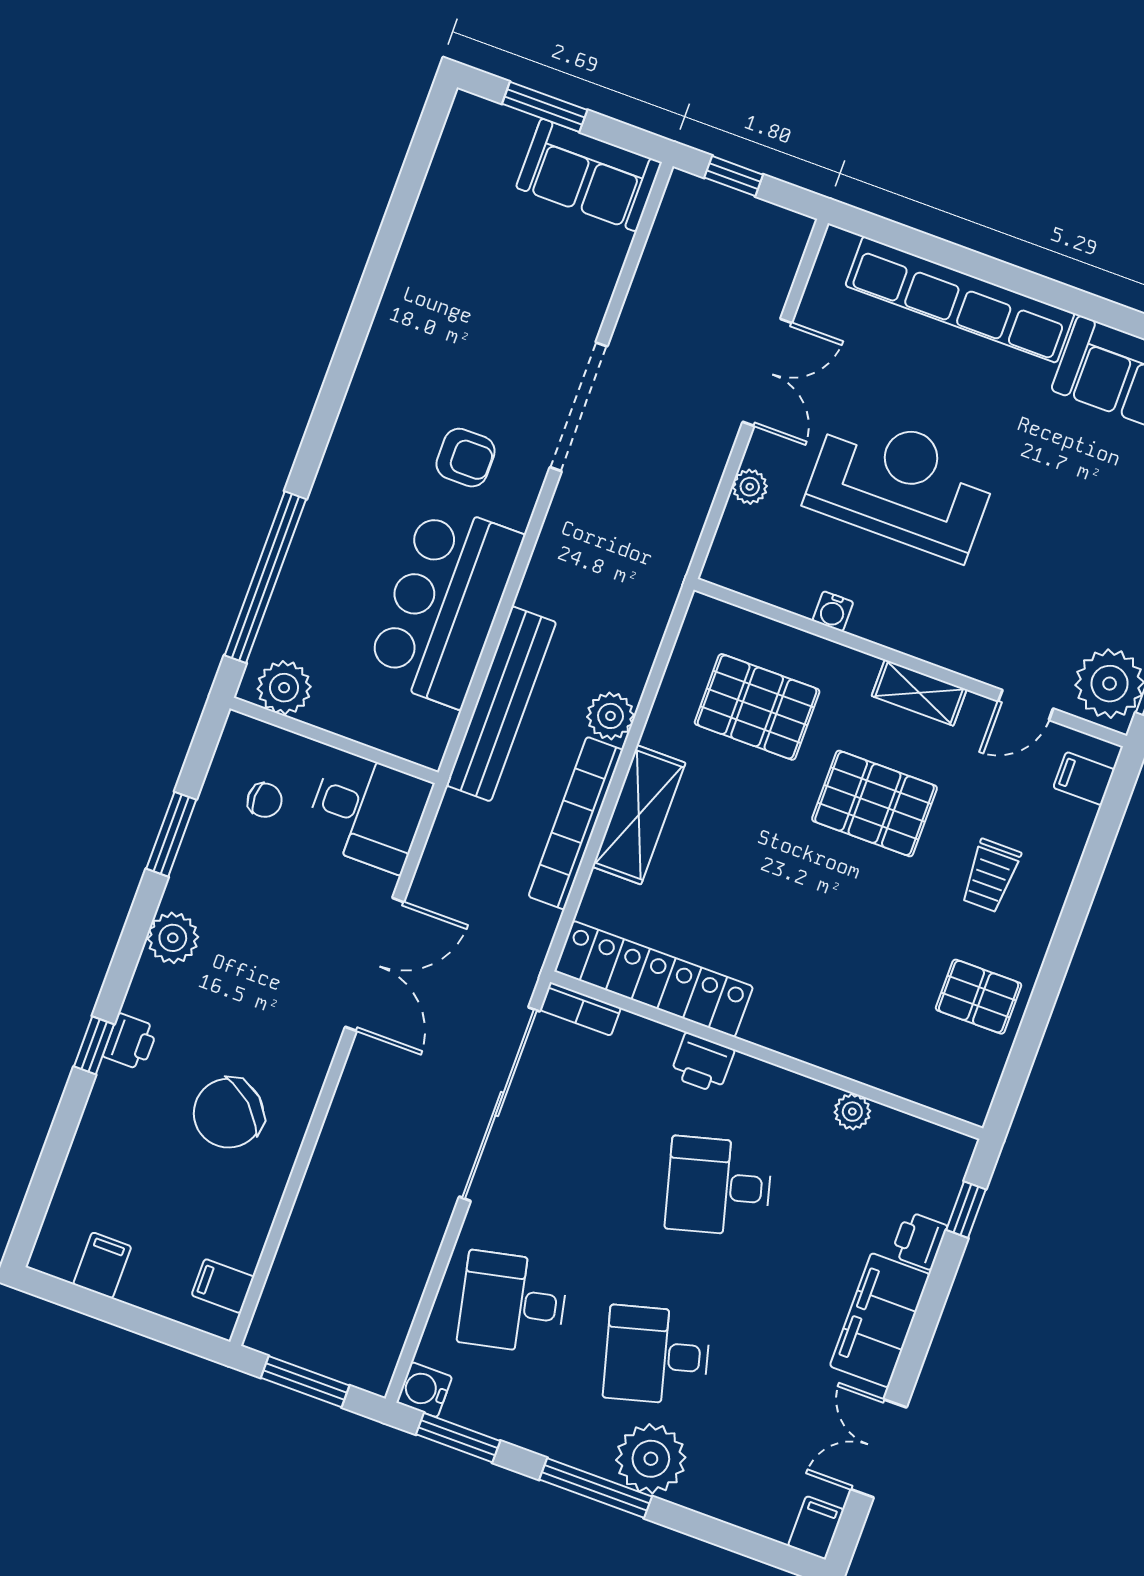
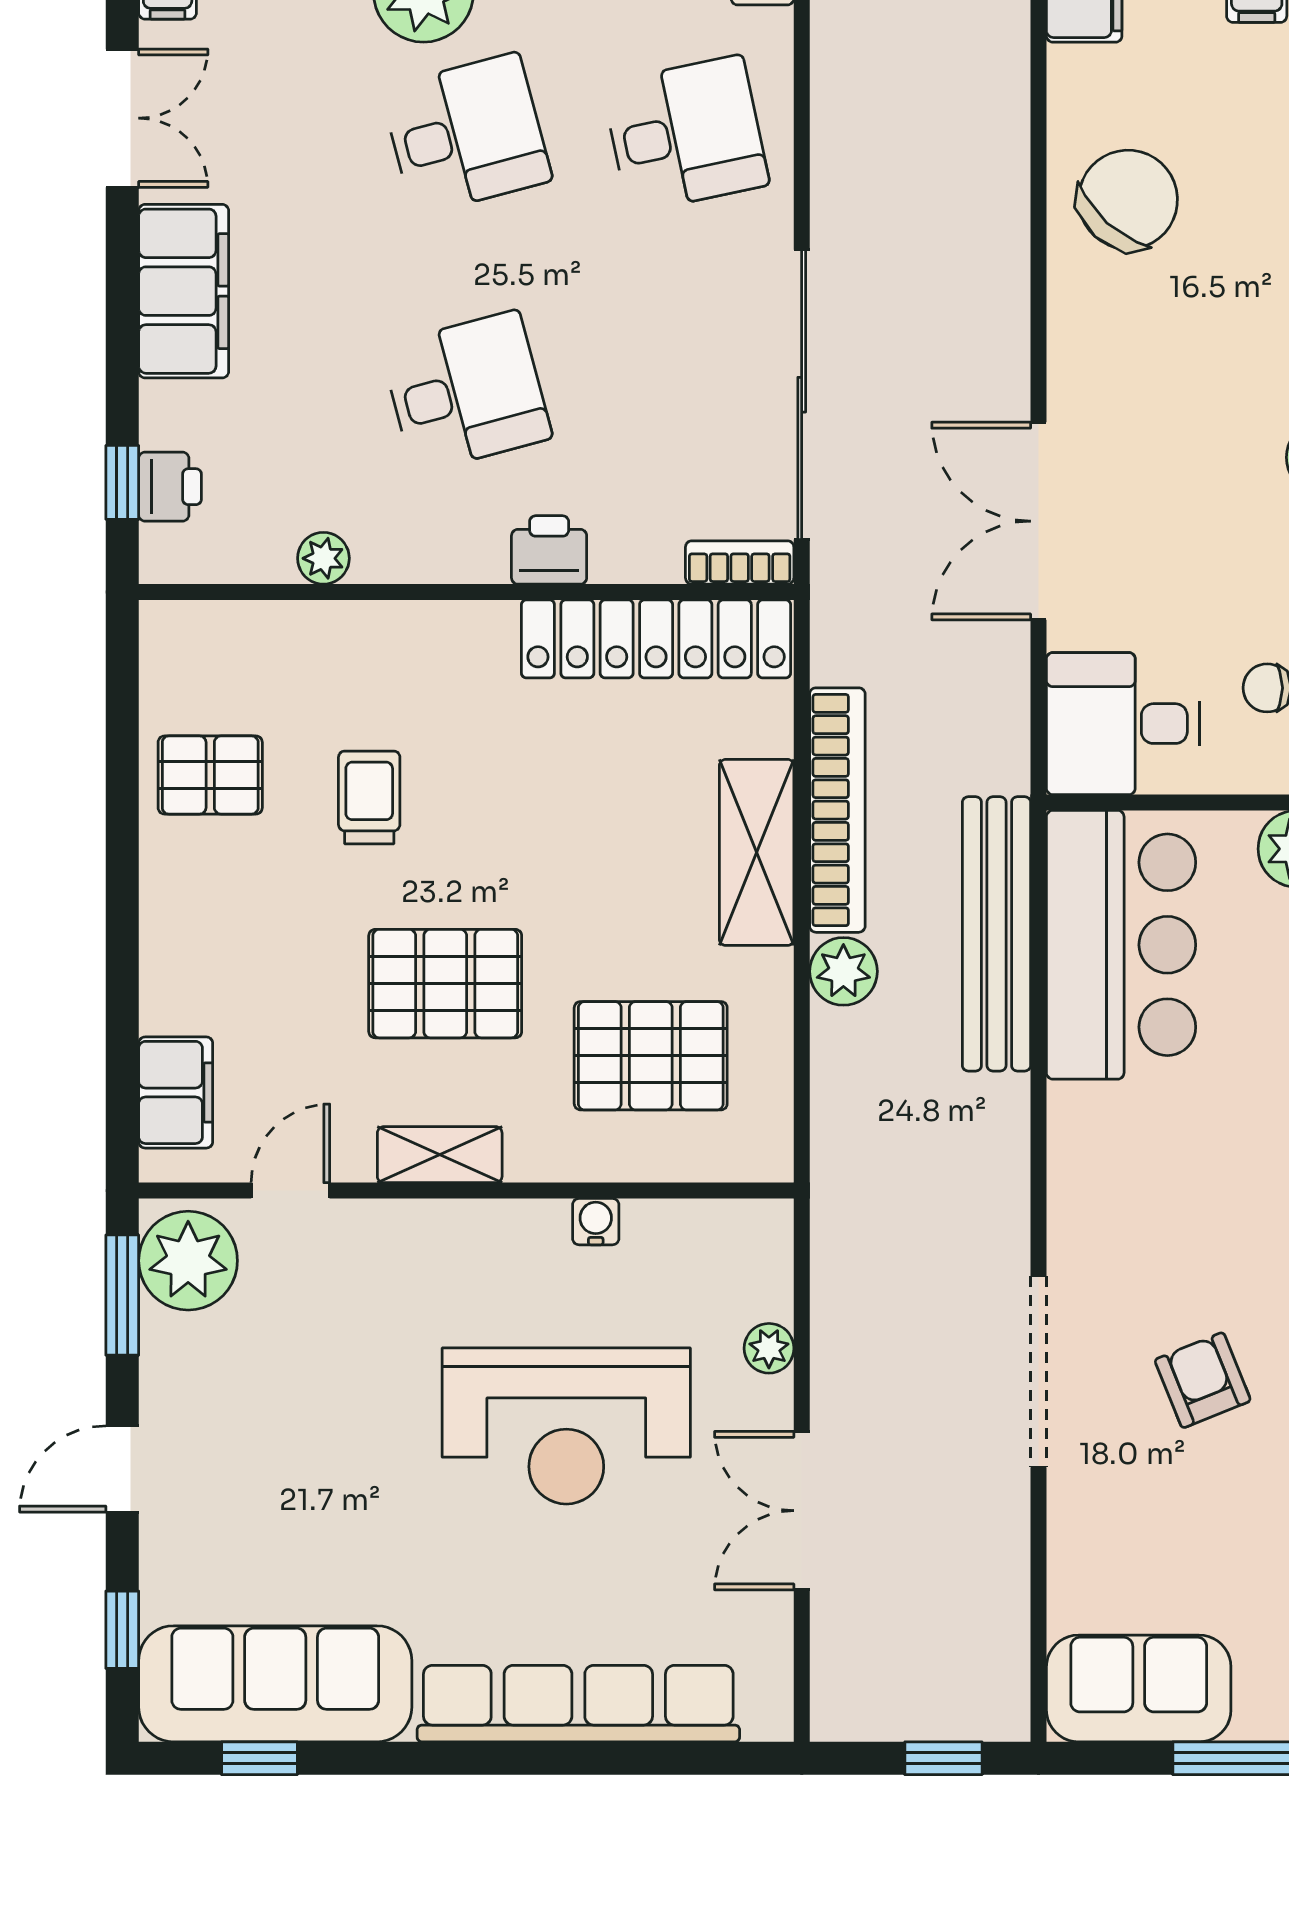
armchair: (466, 458) -> (1203, 1380), moved, turned 68
bar counter: (445, 605) -> (1121, 945), moved
filing cabinet: (1084, 779) -> (176, 1092), width x2.00
trolley: (991, 876) -> (369, 797), moved
chair: (229, 1113) -> (1128, 200), moved
printer: (919, 1241) -> (170, 487), moved

